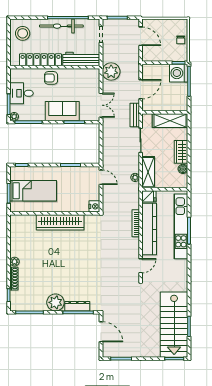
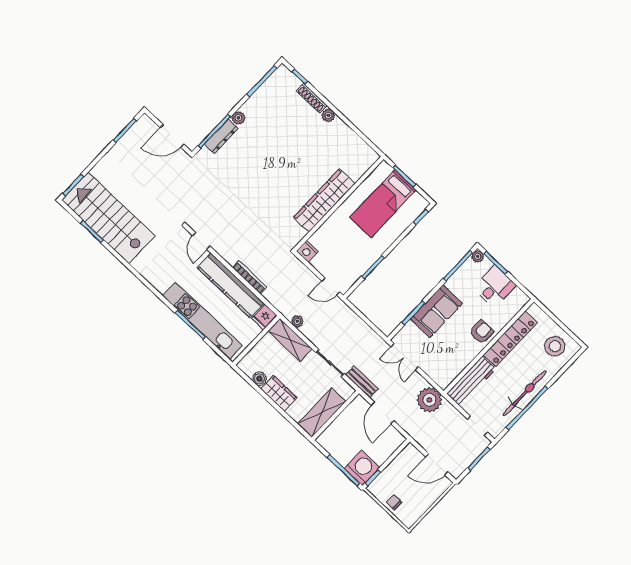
plant: (55, 302) -> (238, 118), width x0.53, depth x0.53

